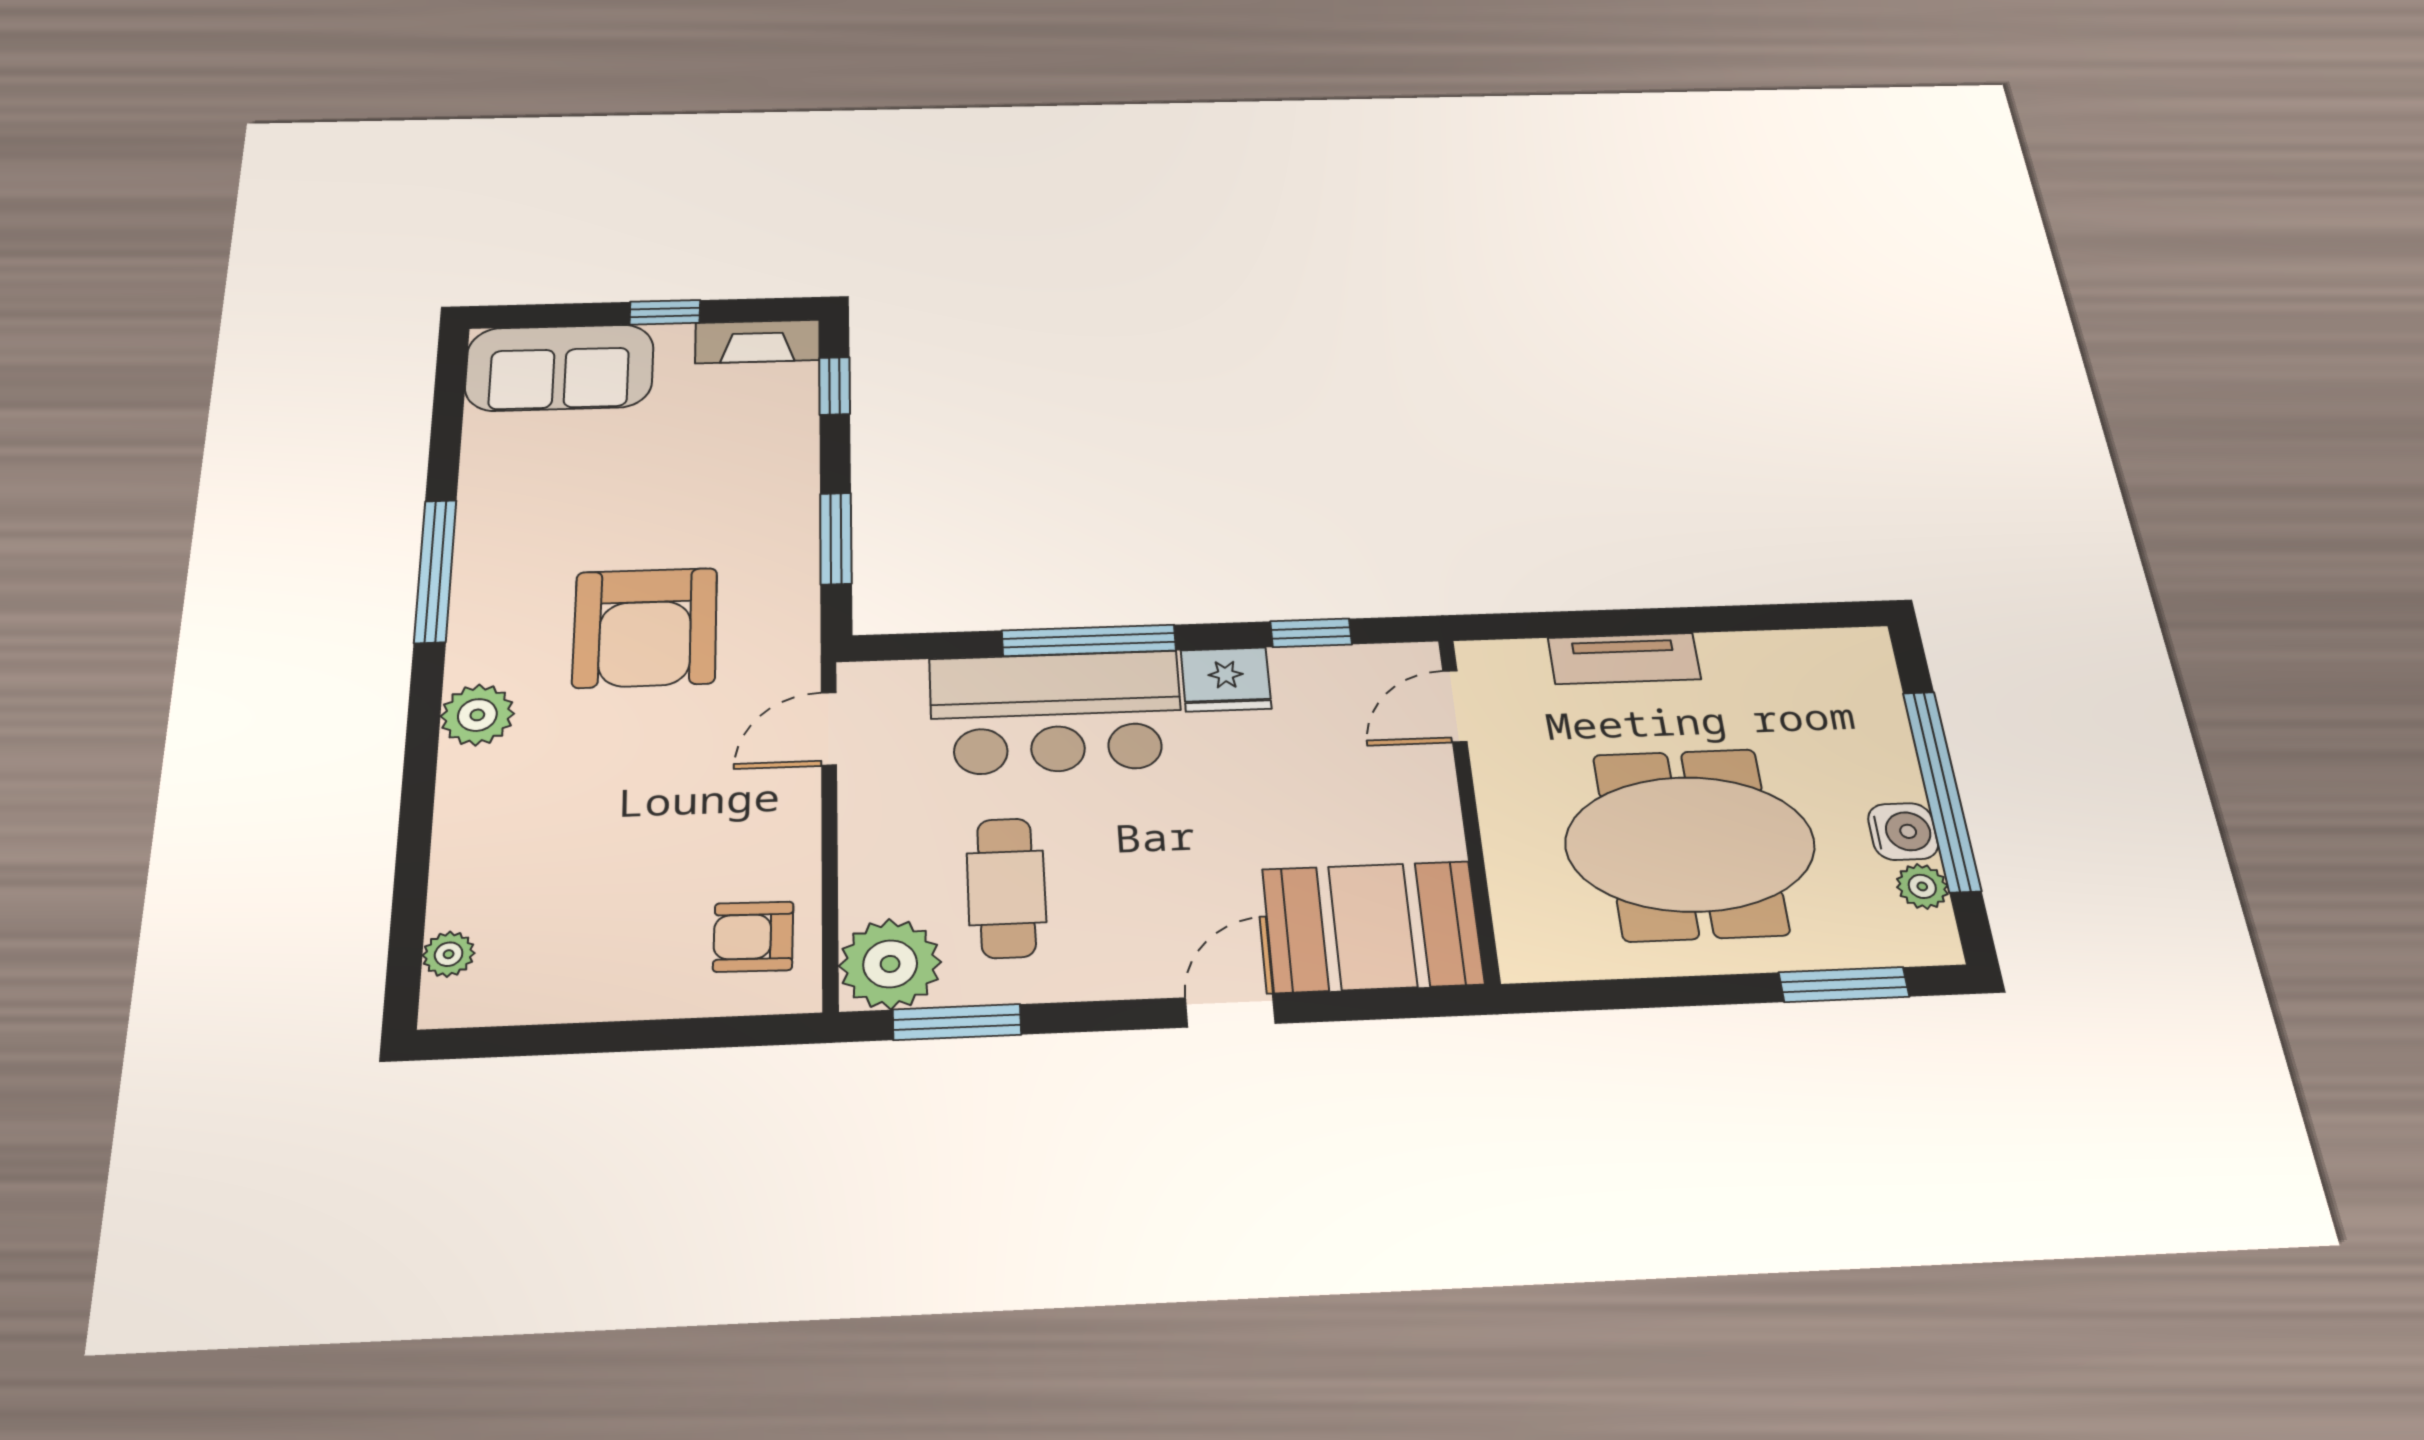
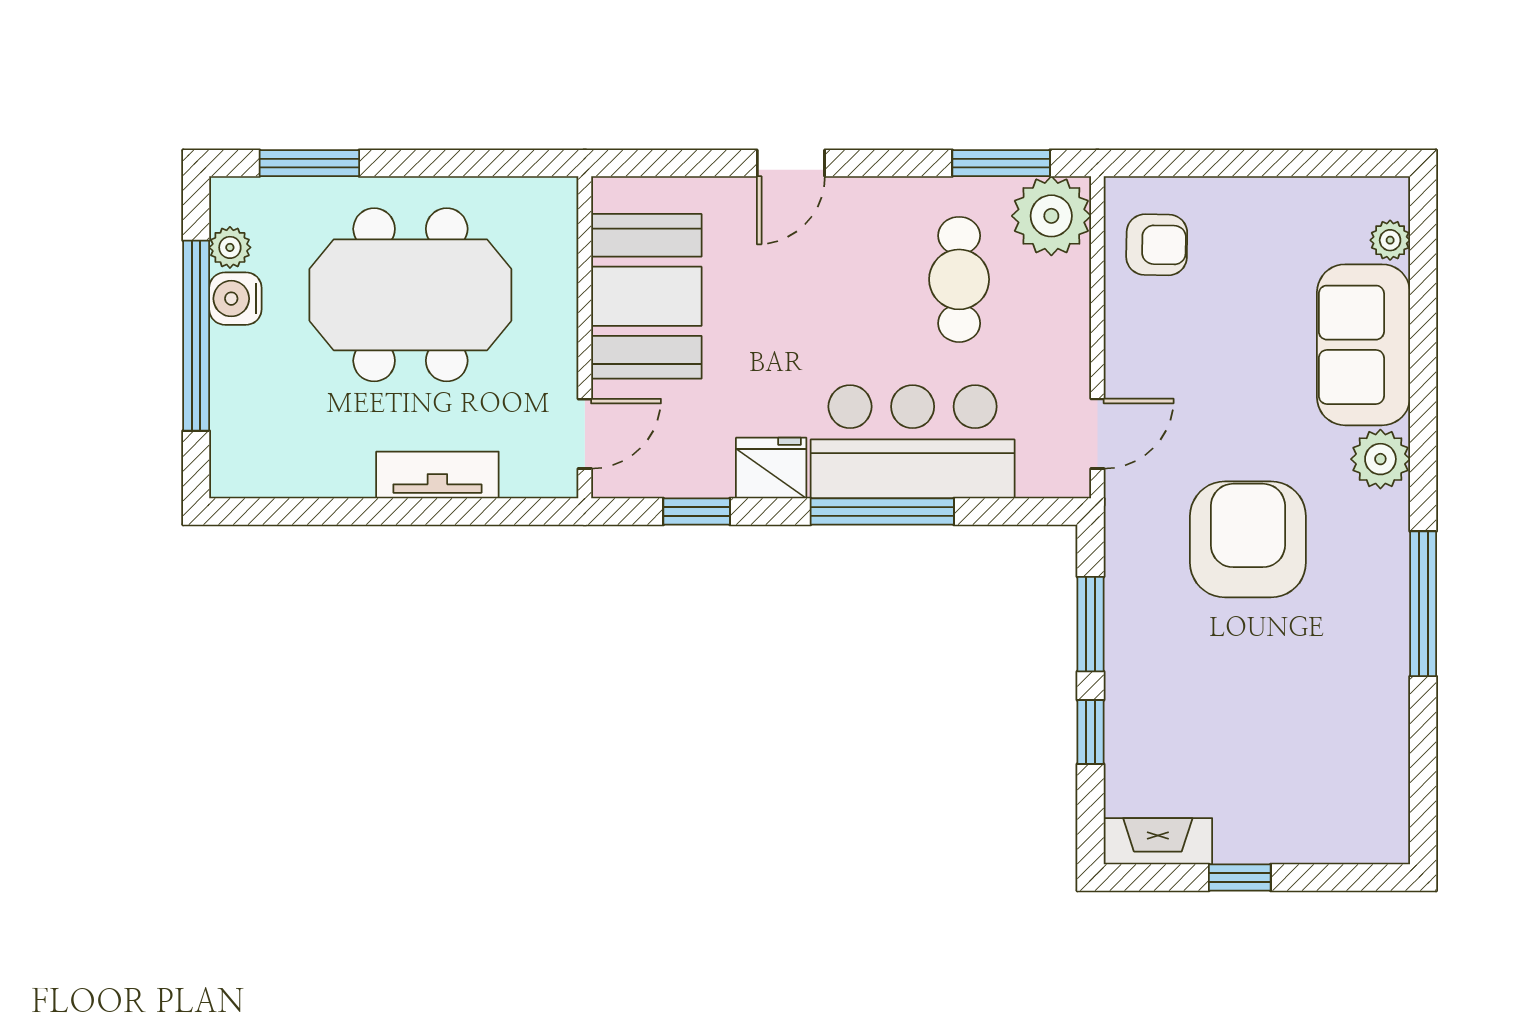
sofa: (560, 368) -> (1364, 345), moved, turned -90
window: (835, 386) -> (1091, 732), moved
booth: (1373, 926) -> (646, 296), moved, turned 90

